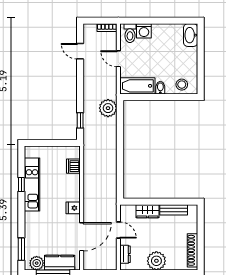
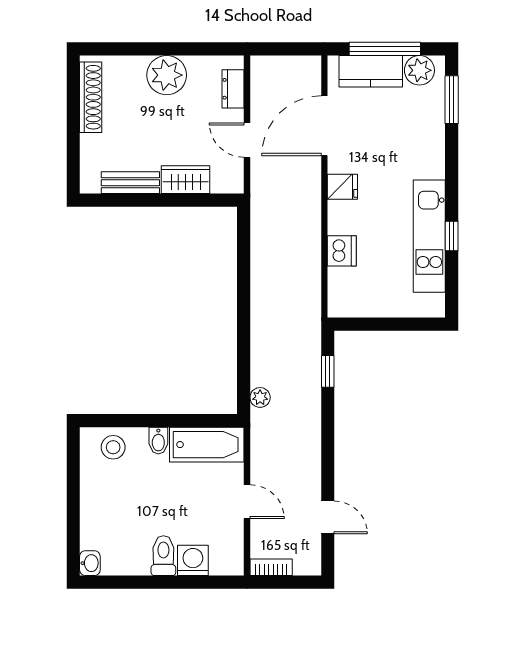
toilet: (130, 33) -> (163, 556), moved
washbasin: (191, 35) -> (90, 563), width x0.52, depth x0.69
plant: (108, 108) -> (260, 397), width x0.53, depth x0.53
dishwasher: (73, 166) -> (342, 251), moved

